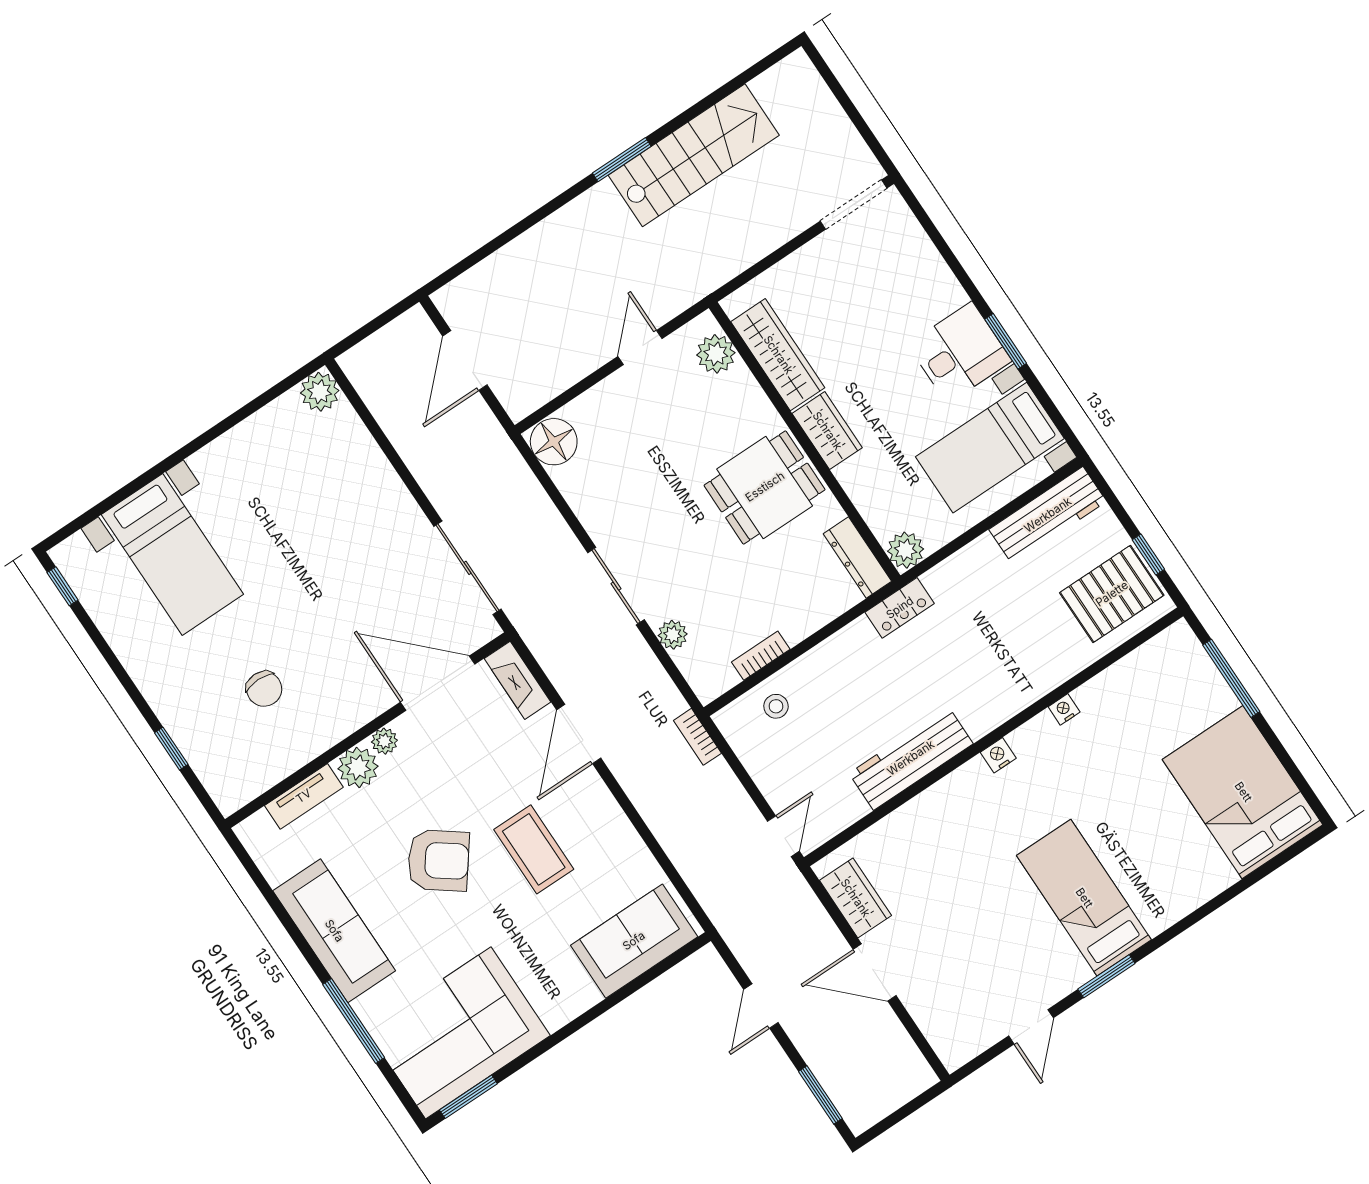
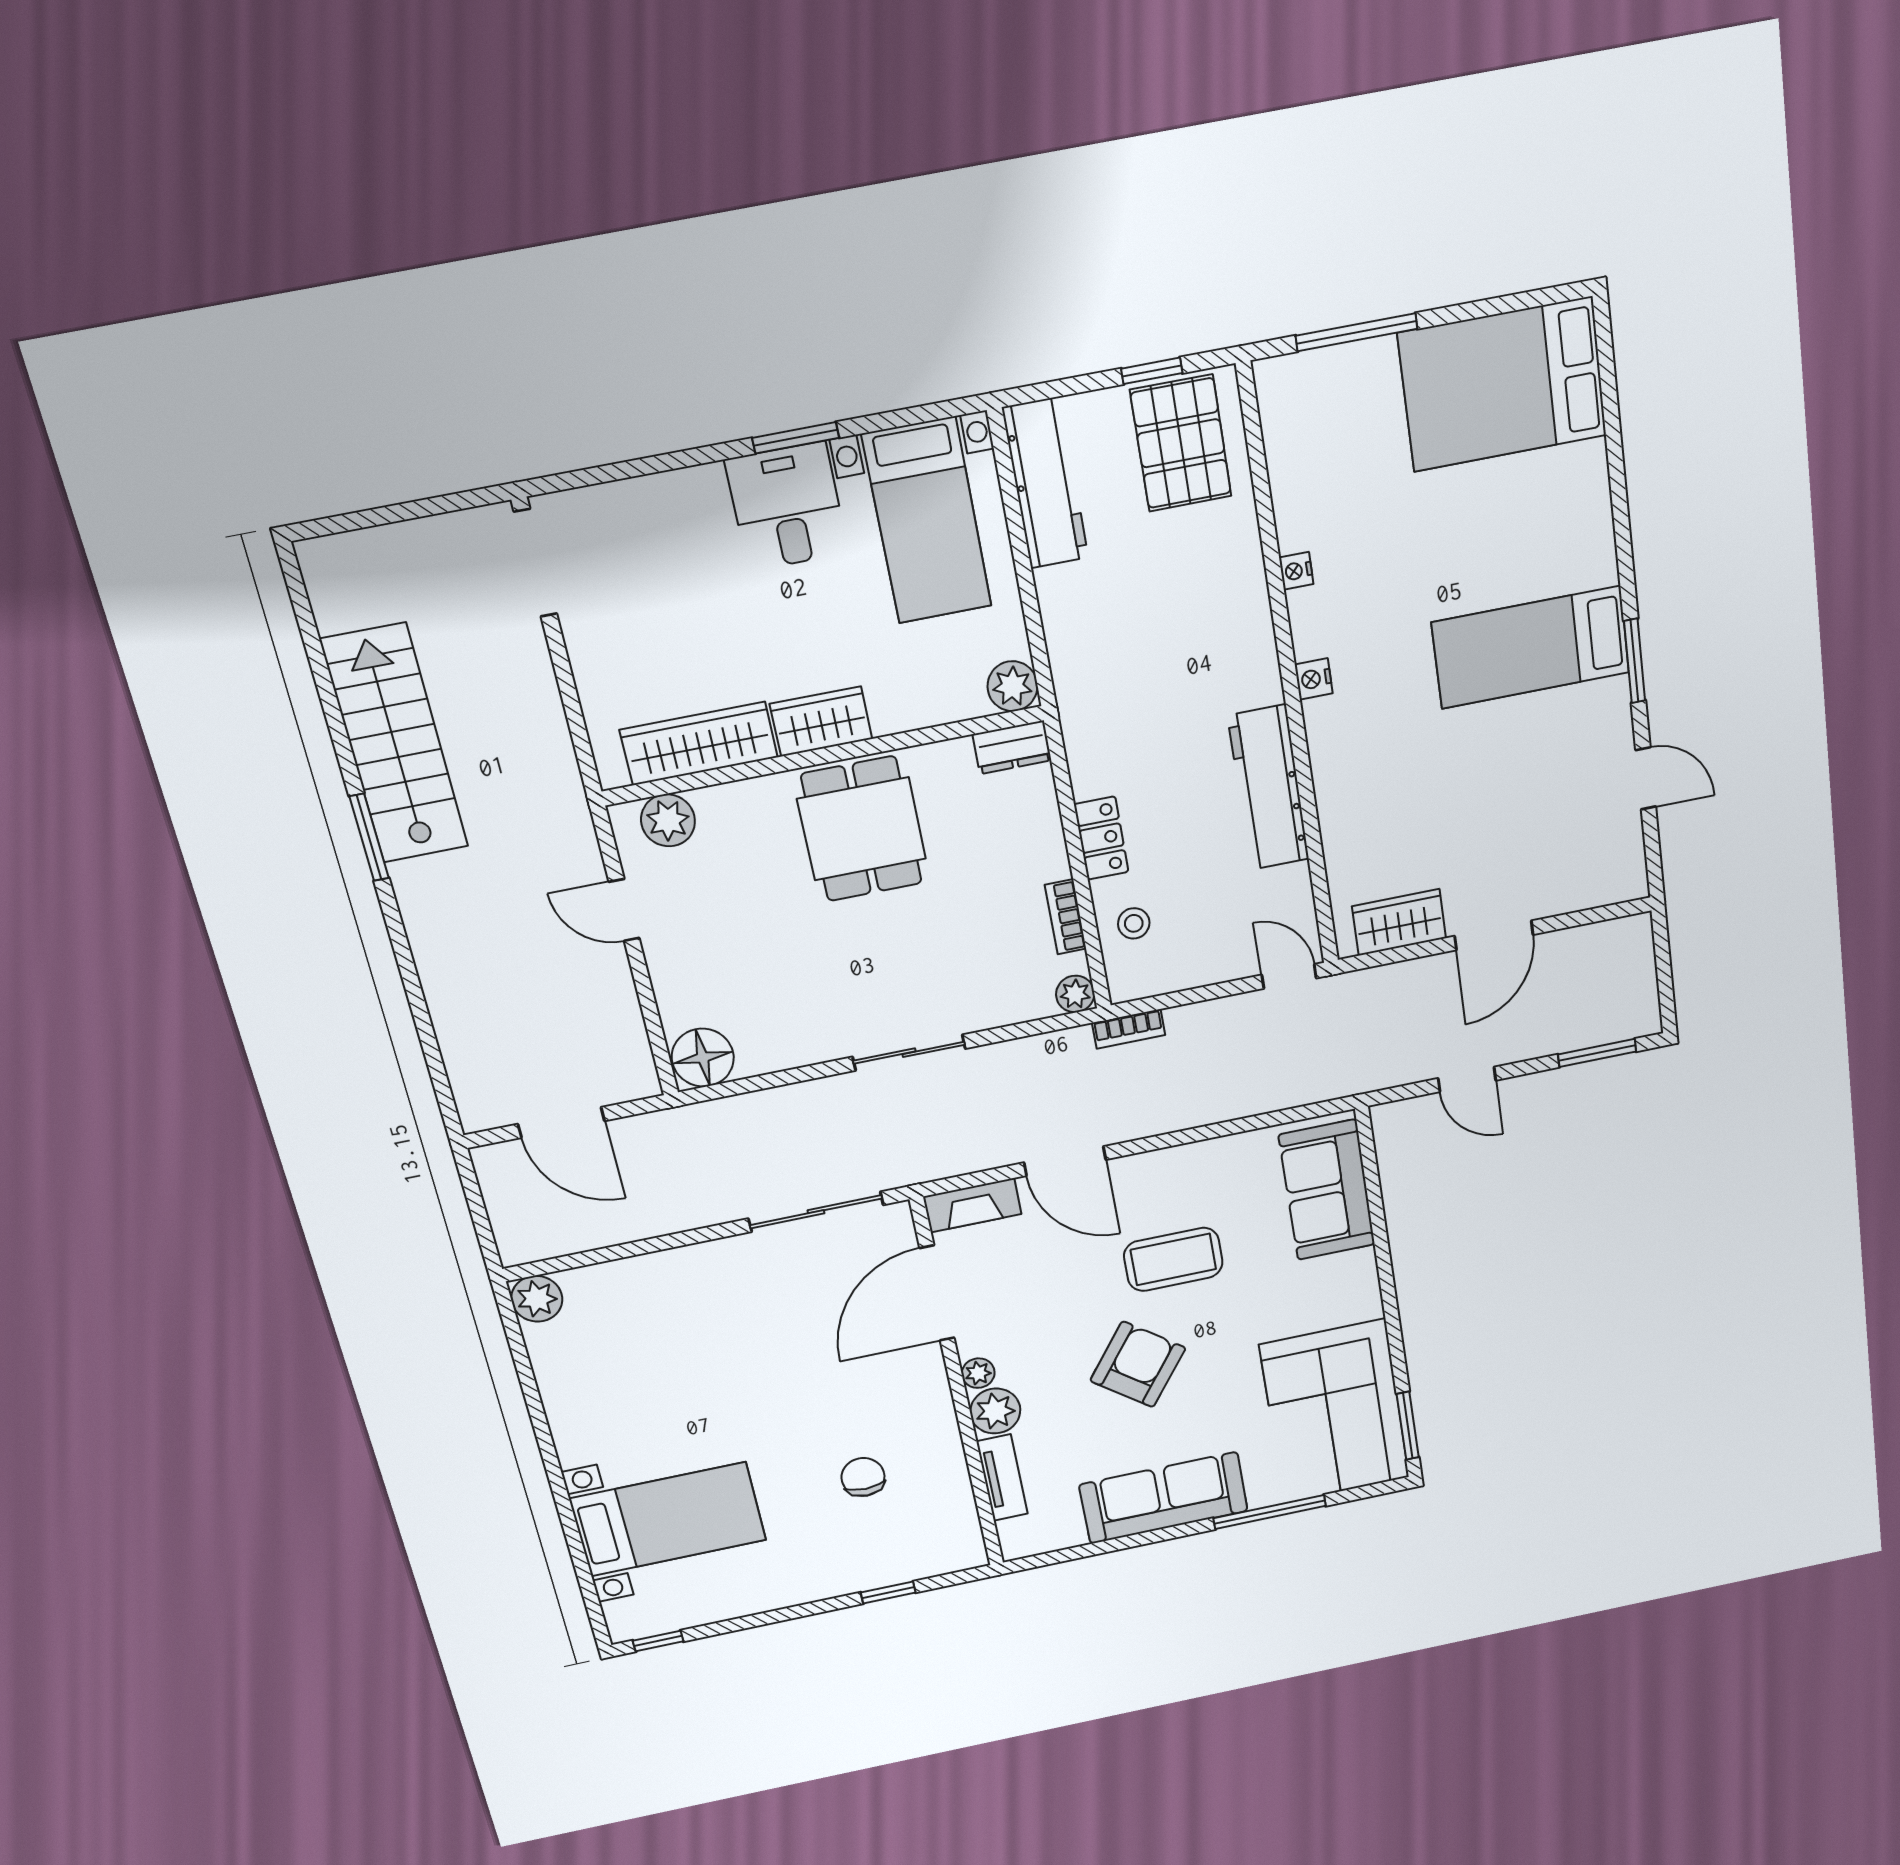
dresser: (857, 558) -> (1012, 747), width x0.70
locker: (900, 608) -> (1101, 838), moved
plant: (673, 635) -> (1075, 994), moved
chair: (264, 689) -> (863, 1477), turned -90

